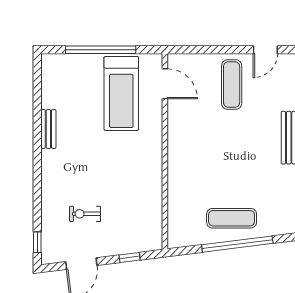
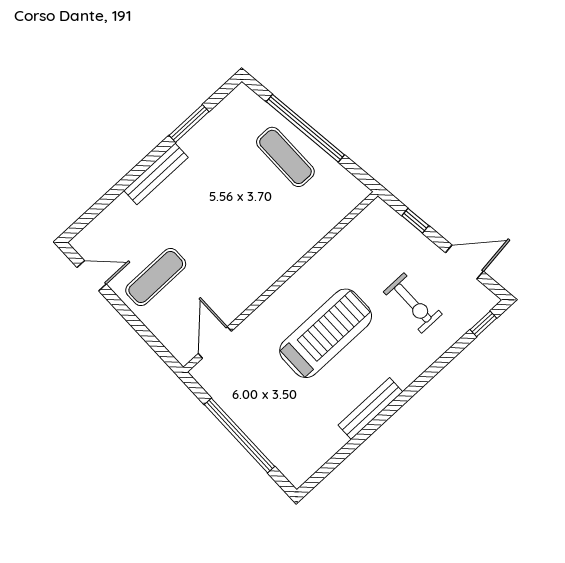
treadmill: (121, 93) -> (326, 333), moved
bench: (48, 129) -> (370, 409), width x1.36
exercise bike: (85, 214) -> (413, 303), width x1.38, depth x1.39

